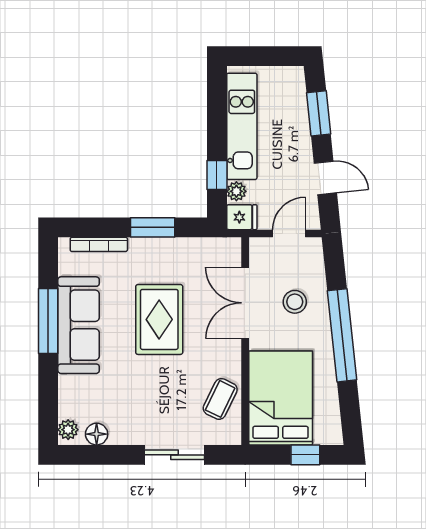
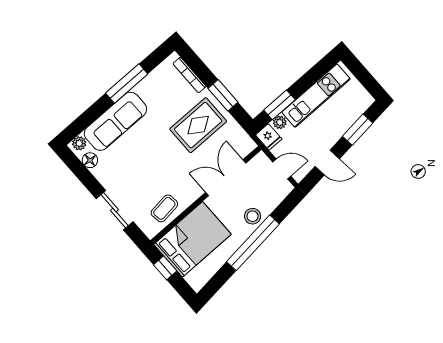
window: (217, 175) -> (279, 105), width x1.50
door: (325, 178) -> (327, 163), hinge flipped
stool: (295, 302) -> (253, 216), moved
rug: (159, 319) -> (198, 125), moved
sofa: (79, 325) -> (115, 121), moved
coffee table: (220, 399) -> (164, 208), turned -33
window: (305, 455) -> (165, 268), moved

